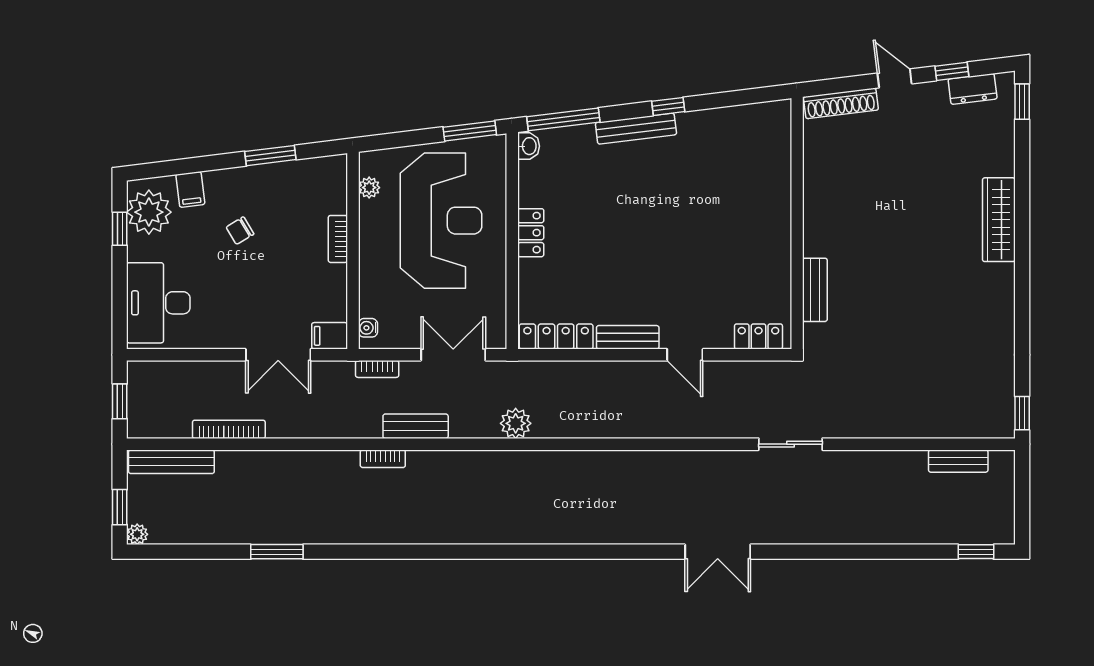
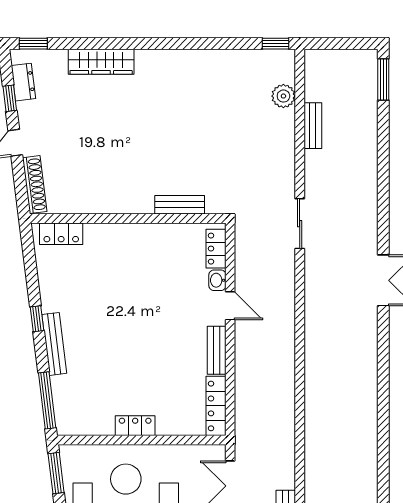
locker: (778, 137) -> (61, 234), added
washbasin: (529, 146) -> (217, 280), moved, turned -90
wardrobe: (999, 220) -> (101, 62), moved
door: (685, 355) -> (230, 306), hinge flipped
plant: (516, 423) -> (283, 96), moved
bench: (958, 461) -> (313, 126), moved
window: (976, 552) -> (383, 79), width x1.50

